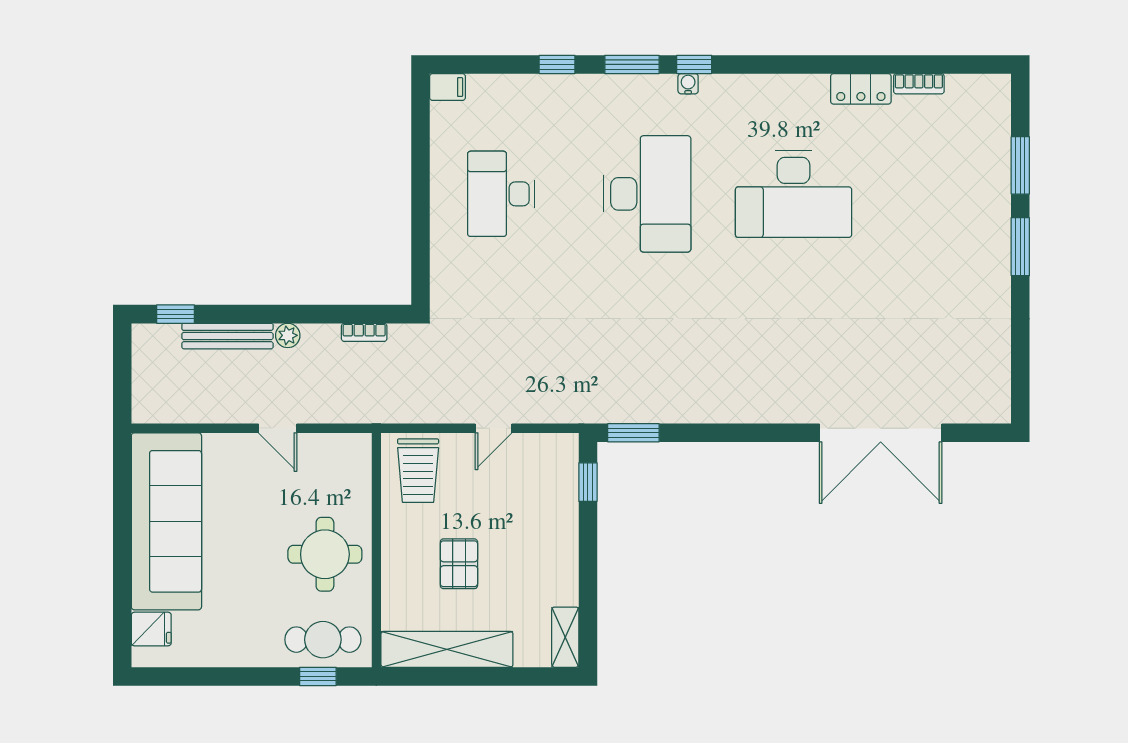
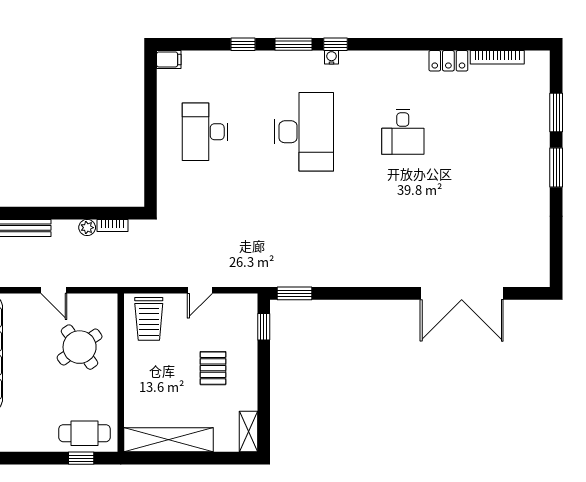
bookcase: (919, 84) -> (497, 57), width x1.56
desk: (794, 194) -> (403, 132), width x0.53, depth x0.77
plant: (288, 335) -> (87, 228), moved
round table: (325, 554) -> (80, 347), moved, turned -36
pallet: (459, 564) -> (213, 368), moved

